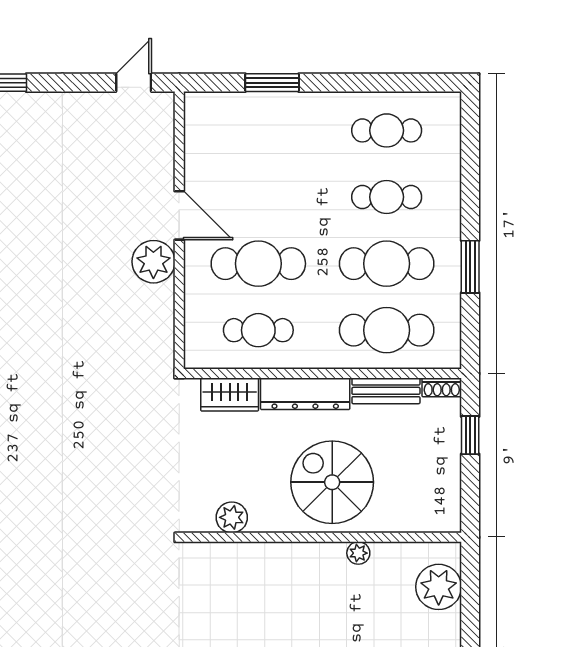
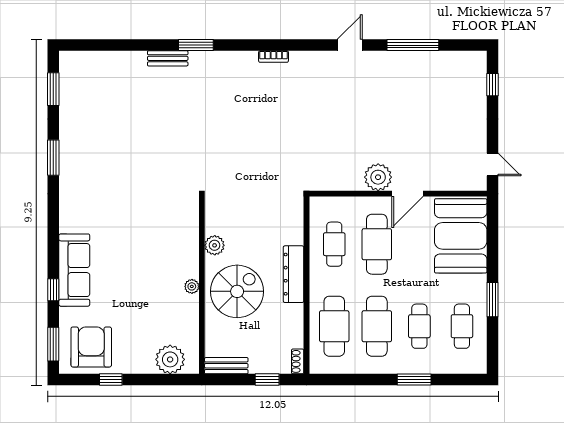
window: (272, 83) -> (492, 300), moved
booth: (245, 132) -> (461, 236), added
window: (470, 267) -> (414, 380), moved
bench: (386, 391) -> (226, 366), moved, turned 90
wardrobe: (230, 395) -> (293, 226), removed
plant: (232, 517) -> (215, 245), moved
plant: (358, 553) -> (192, 286), moved

